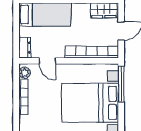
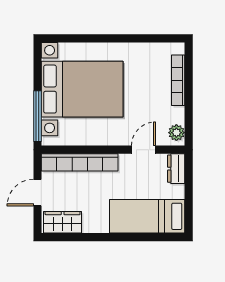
door: (48, 61) -> (144, 150), hinge flipped
bookcase: (23, 97) -> (178, 80), moved

